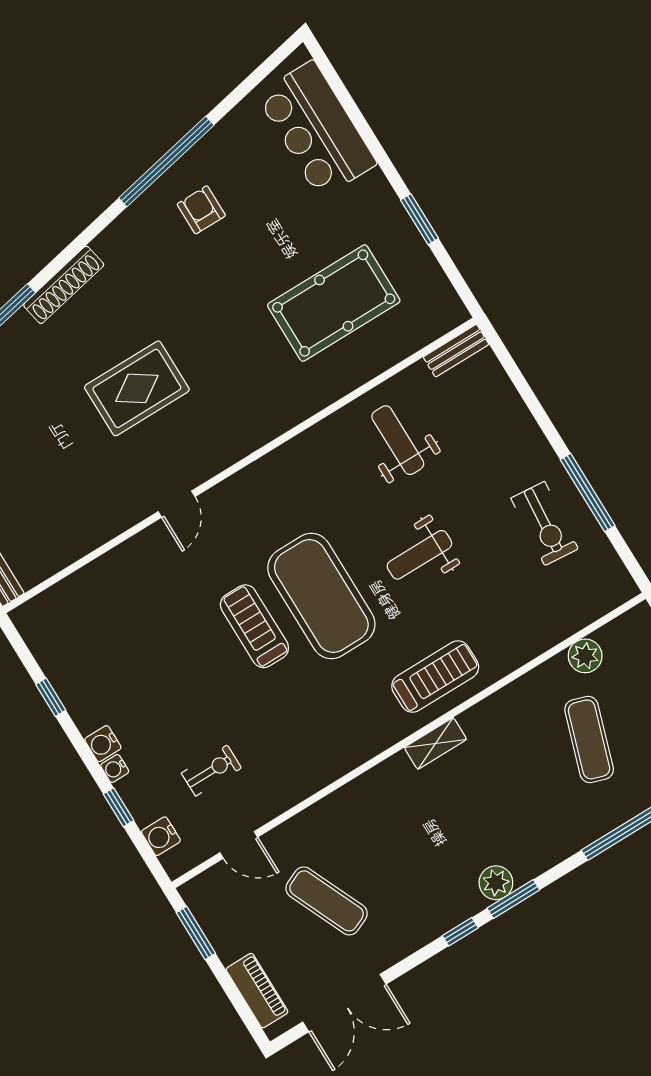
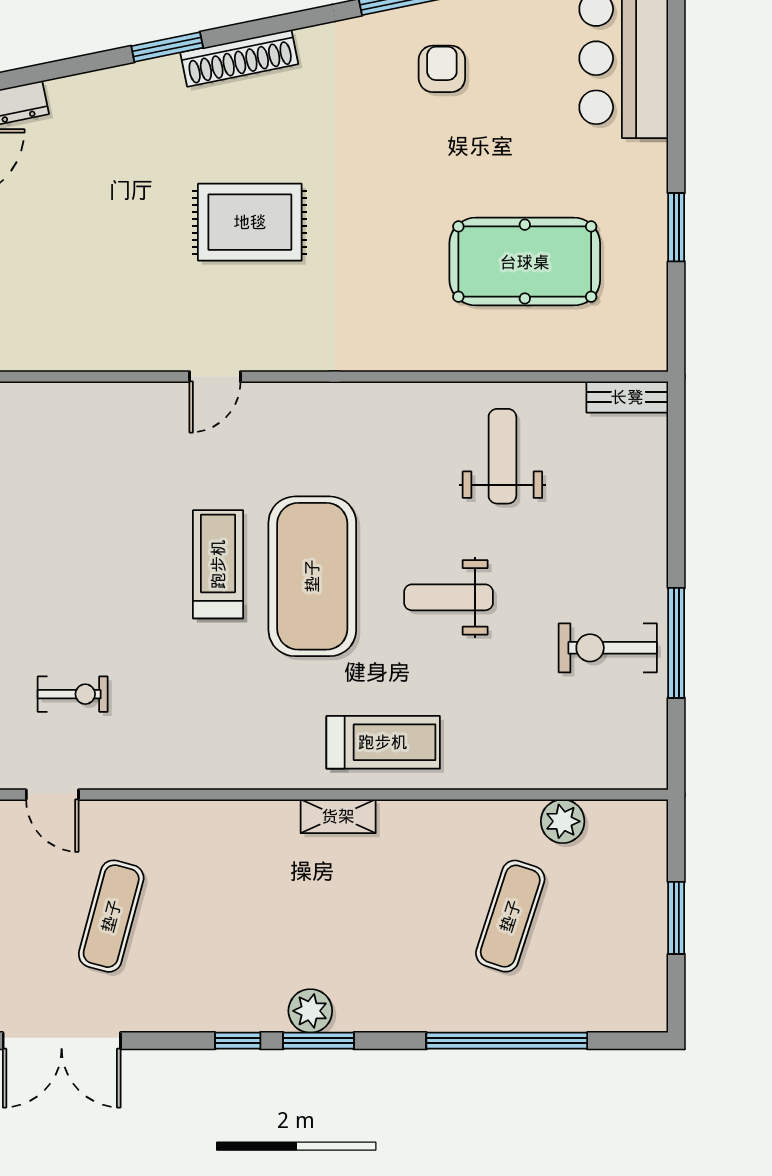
exercise bike: (545, 524) -> (608, 648), turned 85
exercise mat: (327, 901) -> (111, 916), turned 39

